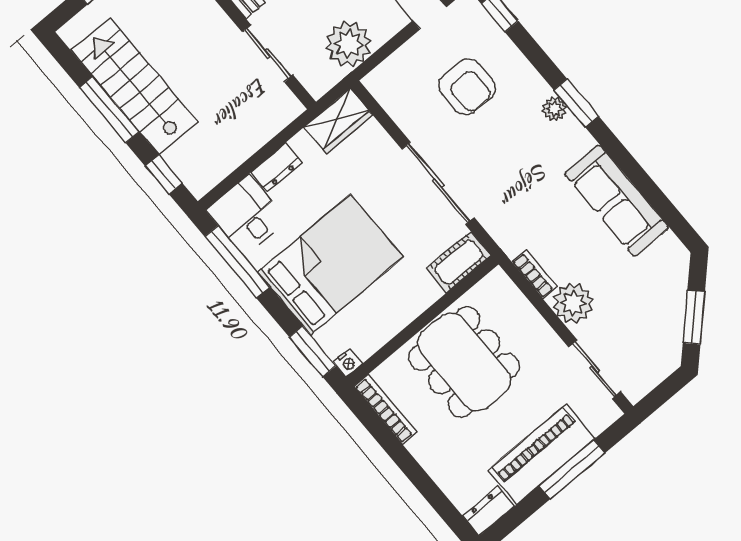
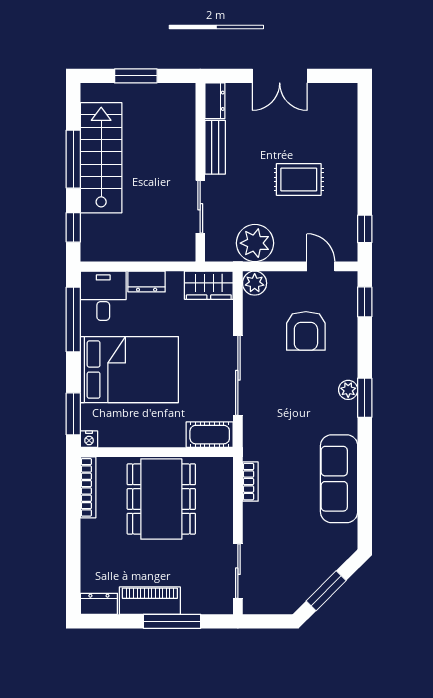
plant: (573, 303) -> (255, 283), moved, width x0.73, depth x0.73
piano: (541, 454) -> (150, 601), width x0.73, depth x0.75

